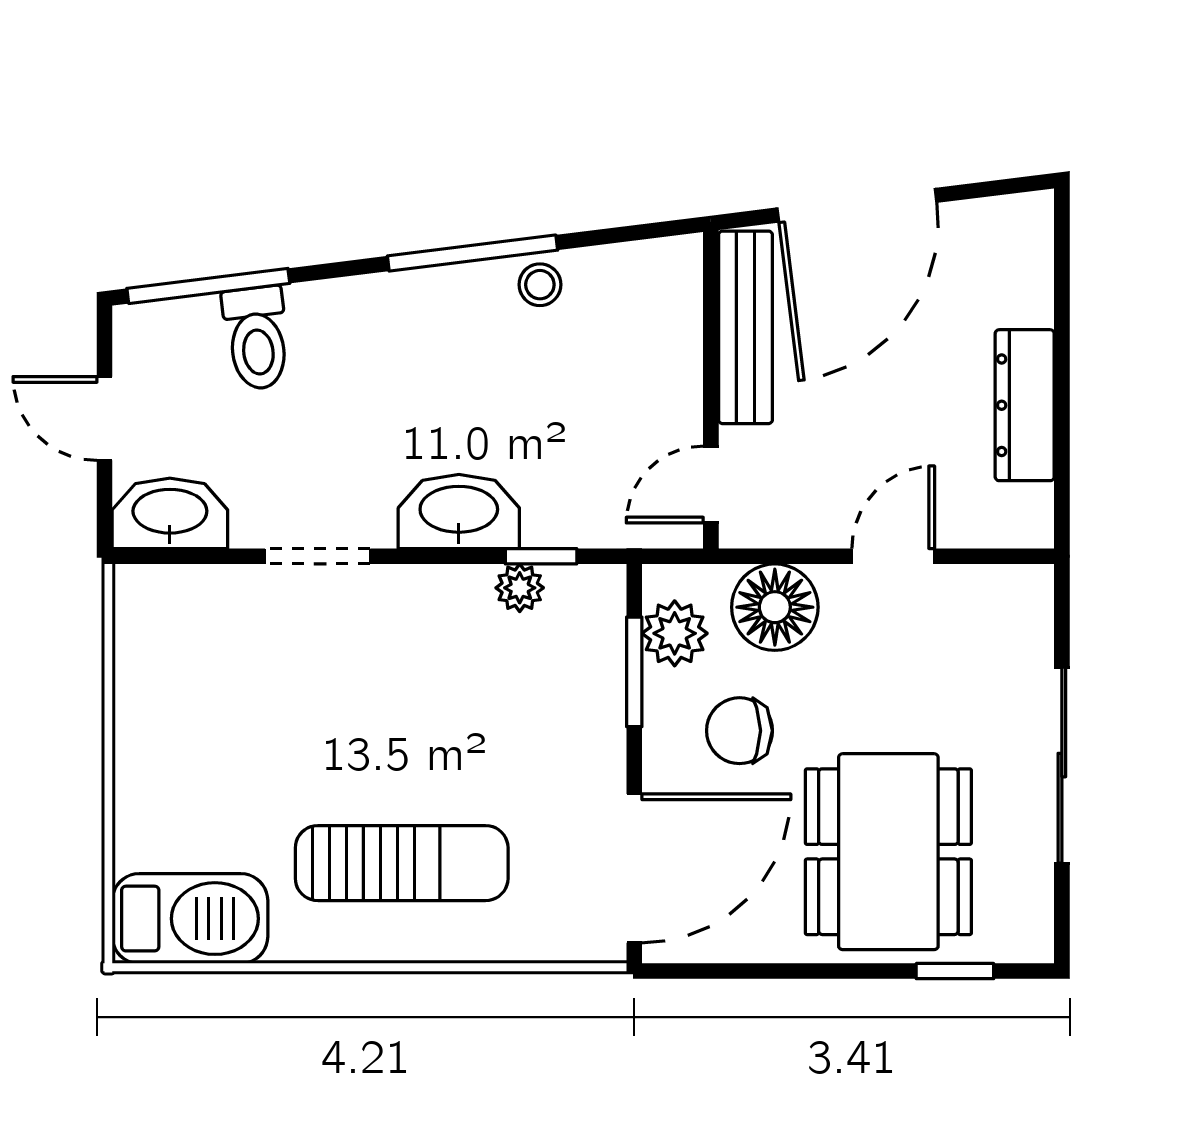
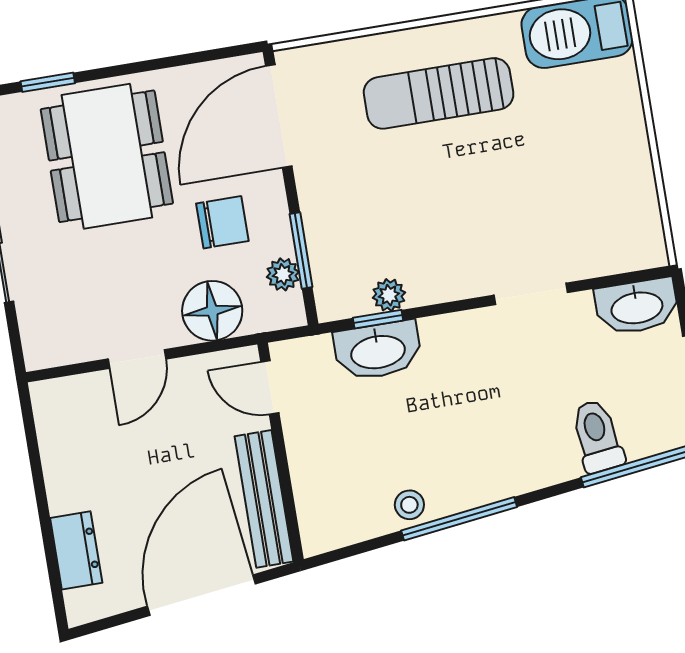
dresser: (1025, 405) -> (76, 550), moved, width x0.70
door: (711, 484) -> (270, 387), swing flipped
washbasin: (459, 512) -> (378, 351), moved
plant: (675, 633) -> (283, 274), width x0.73, depth x0.73

